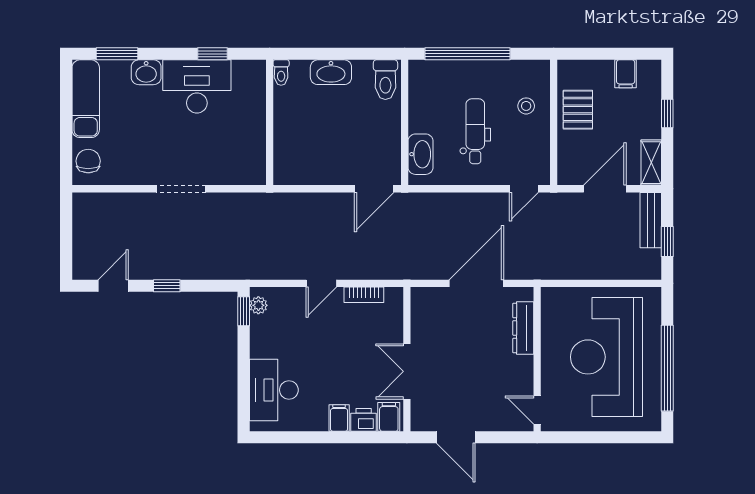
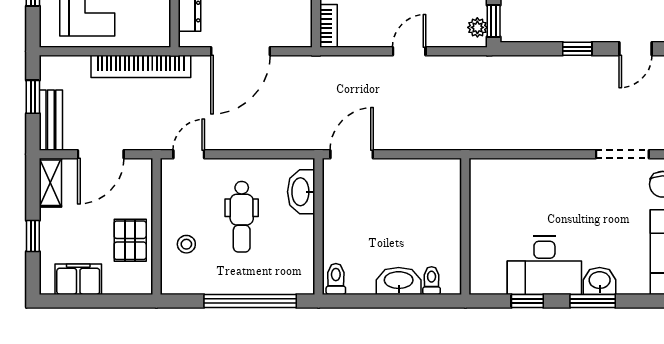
window: (117, 54) -> (593, 301), moved
toilet: (281, 73) -> (432, 281), moved
filing cabinet: (626, 74) -> (78, 279), width x2.00
toilet: (385, 80) -> (336, 279), width x0.73, depth x0.72
doorway: (181, 189) -> (622, 154), moved
bookcase: (568, 269) -> (141, 66), added
bookcase: (364, 295) -> (328, 26), moved, turned 90

